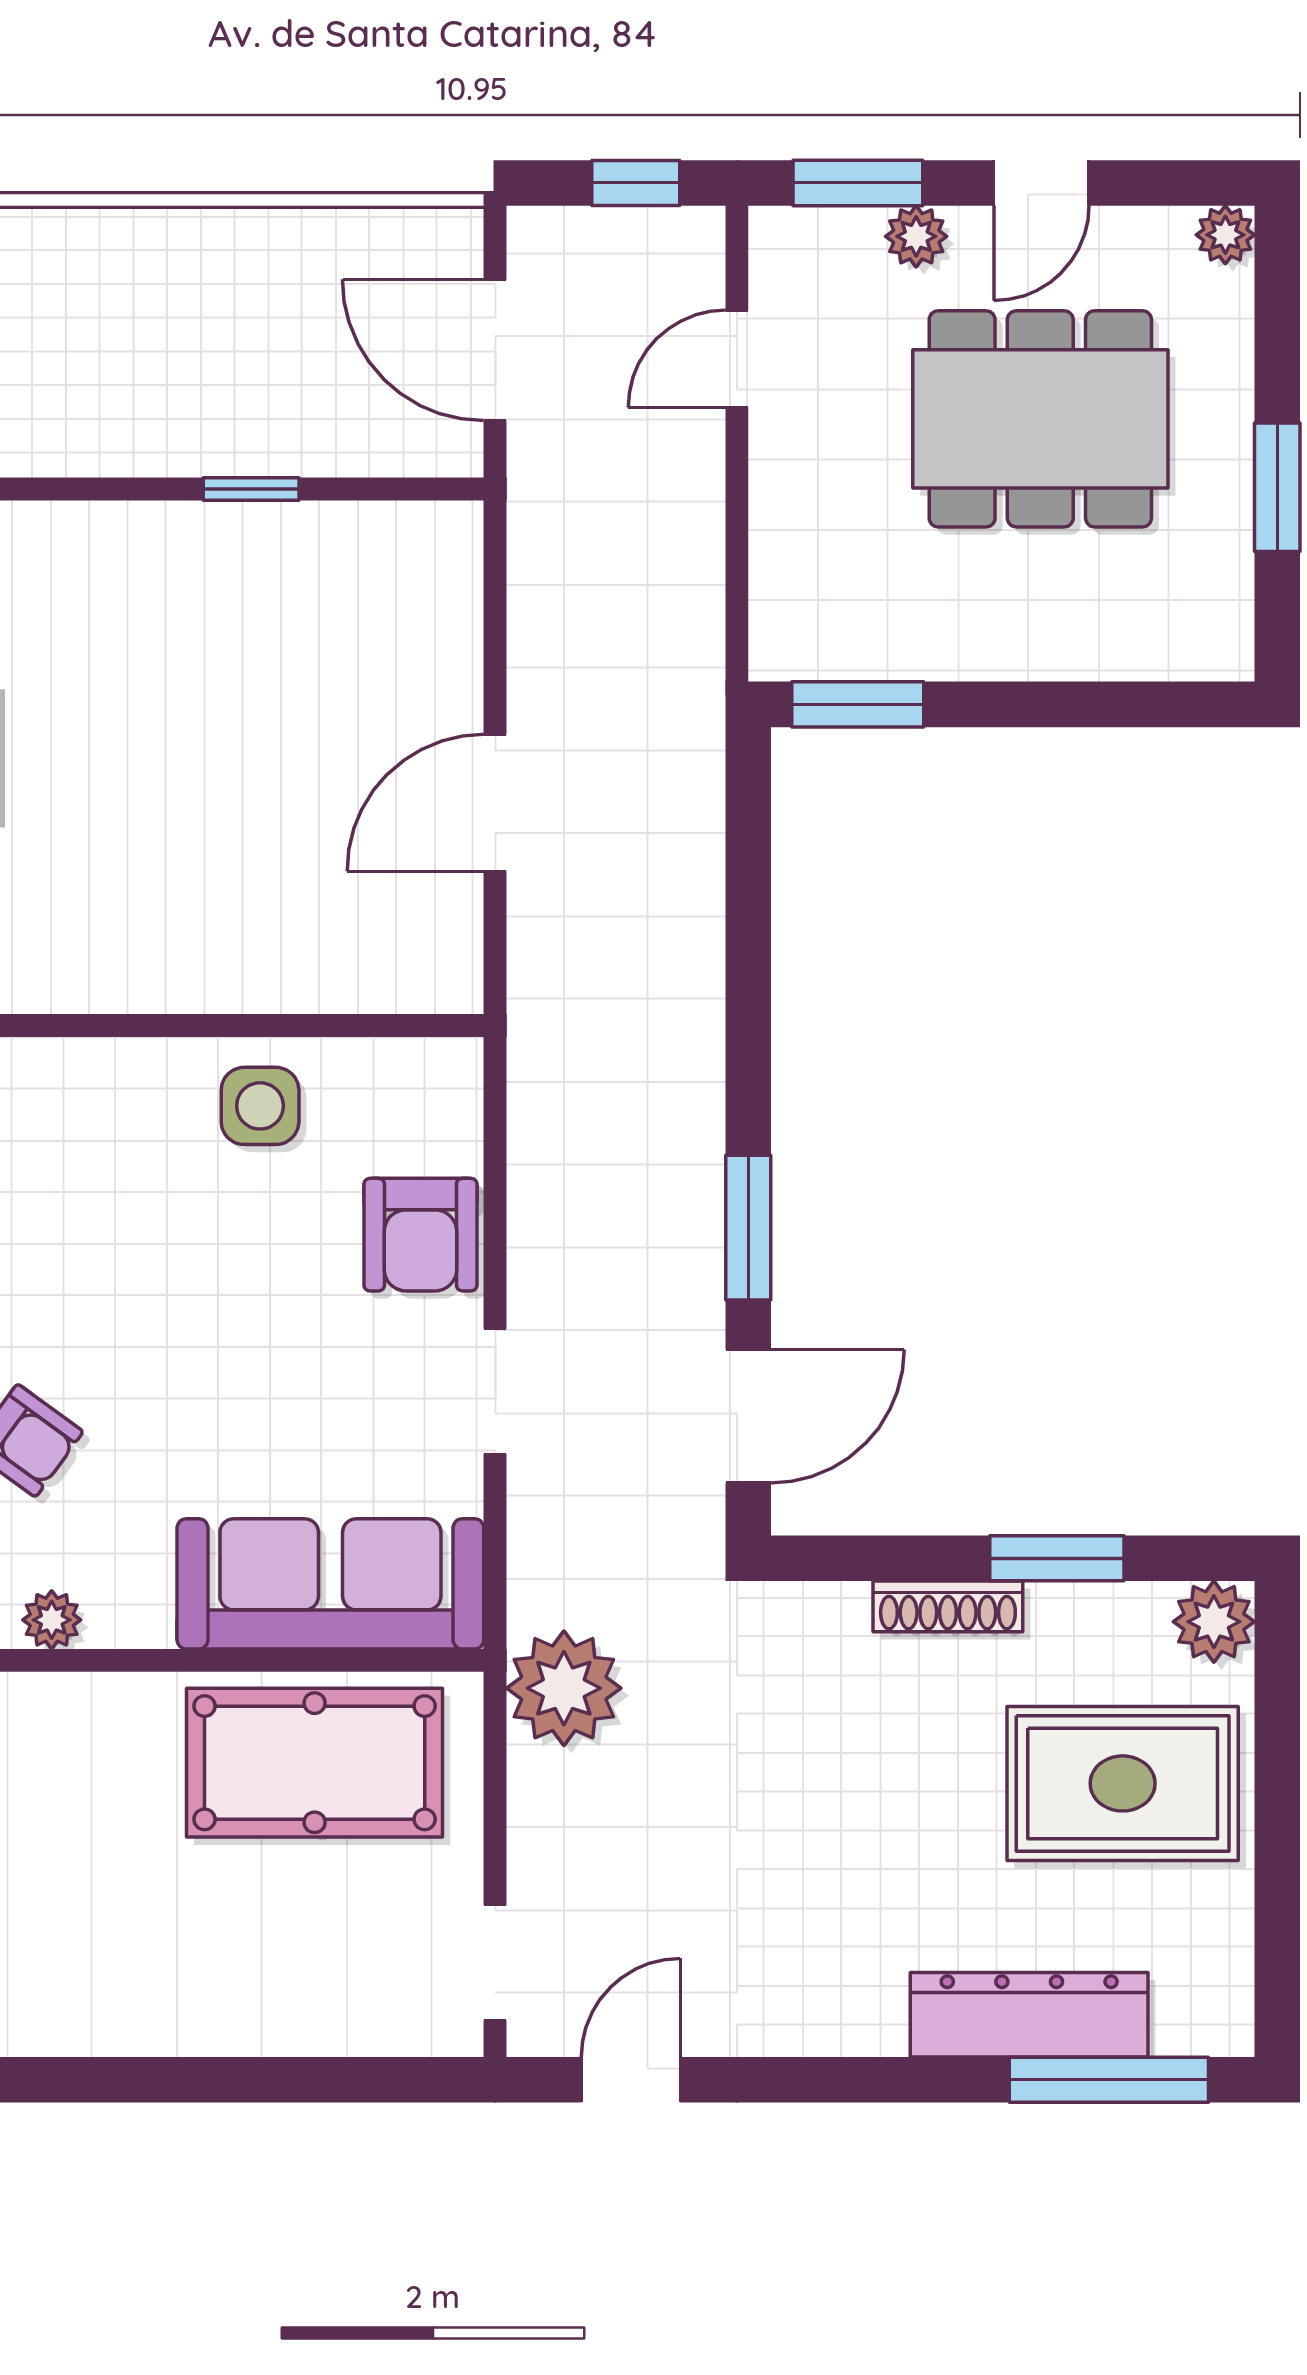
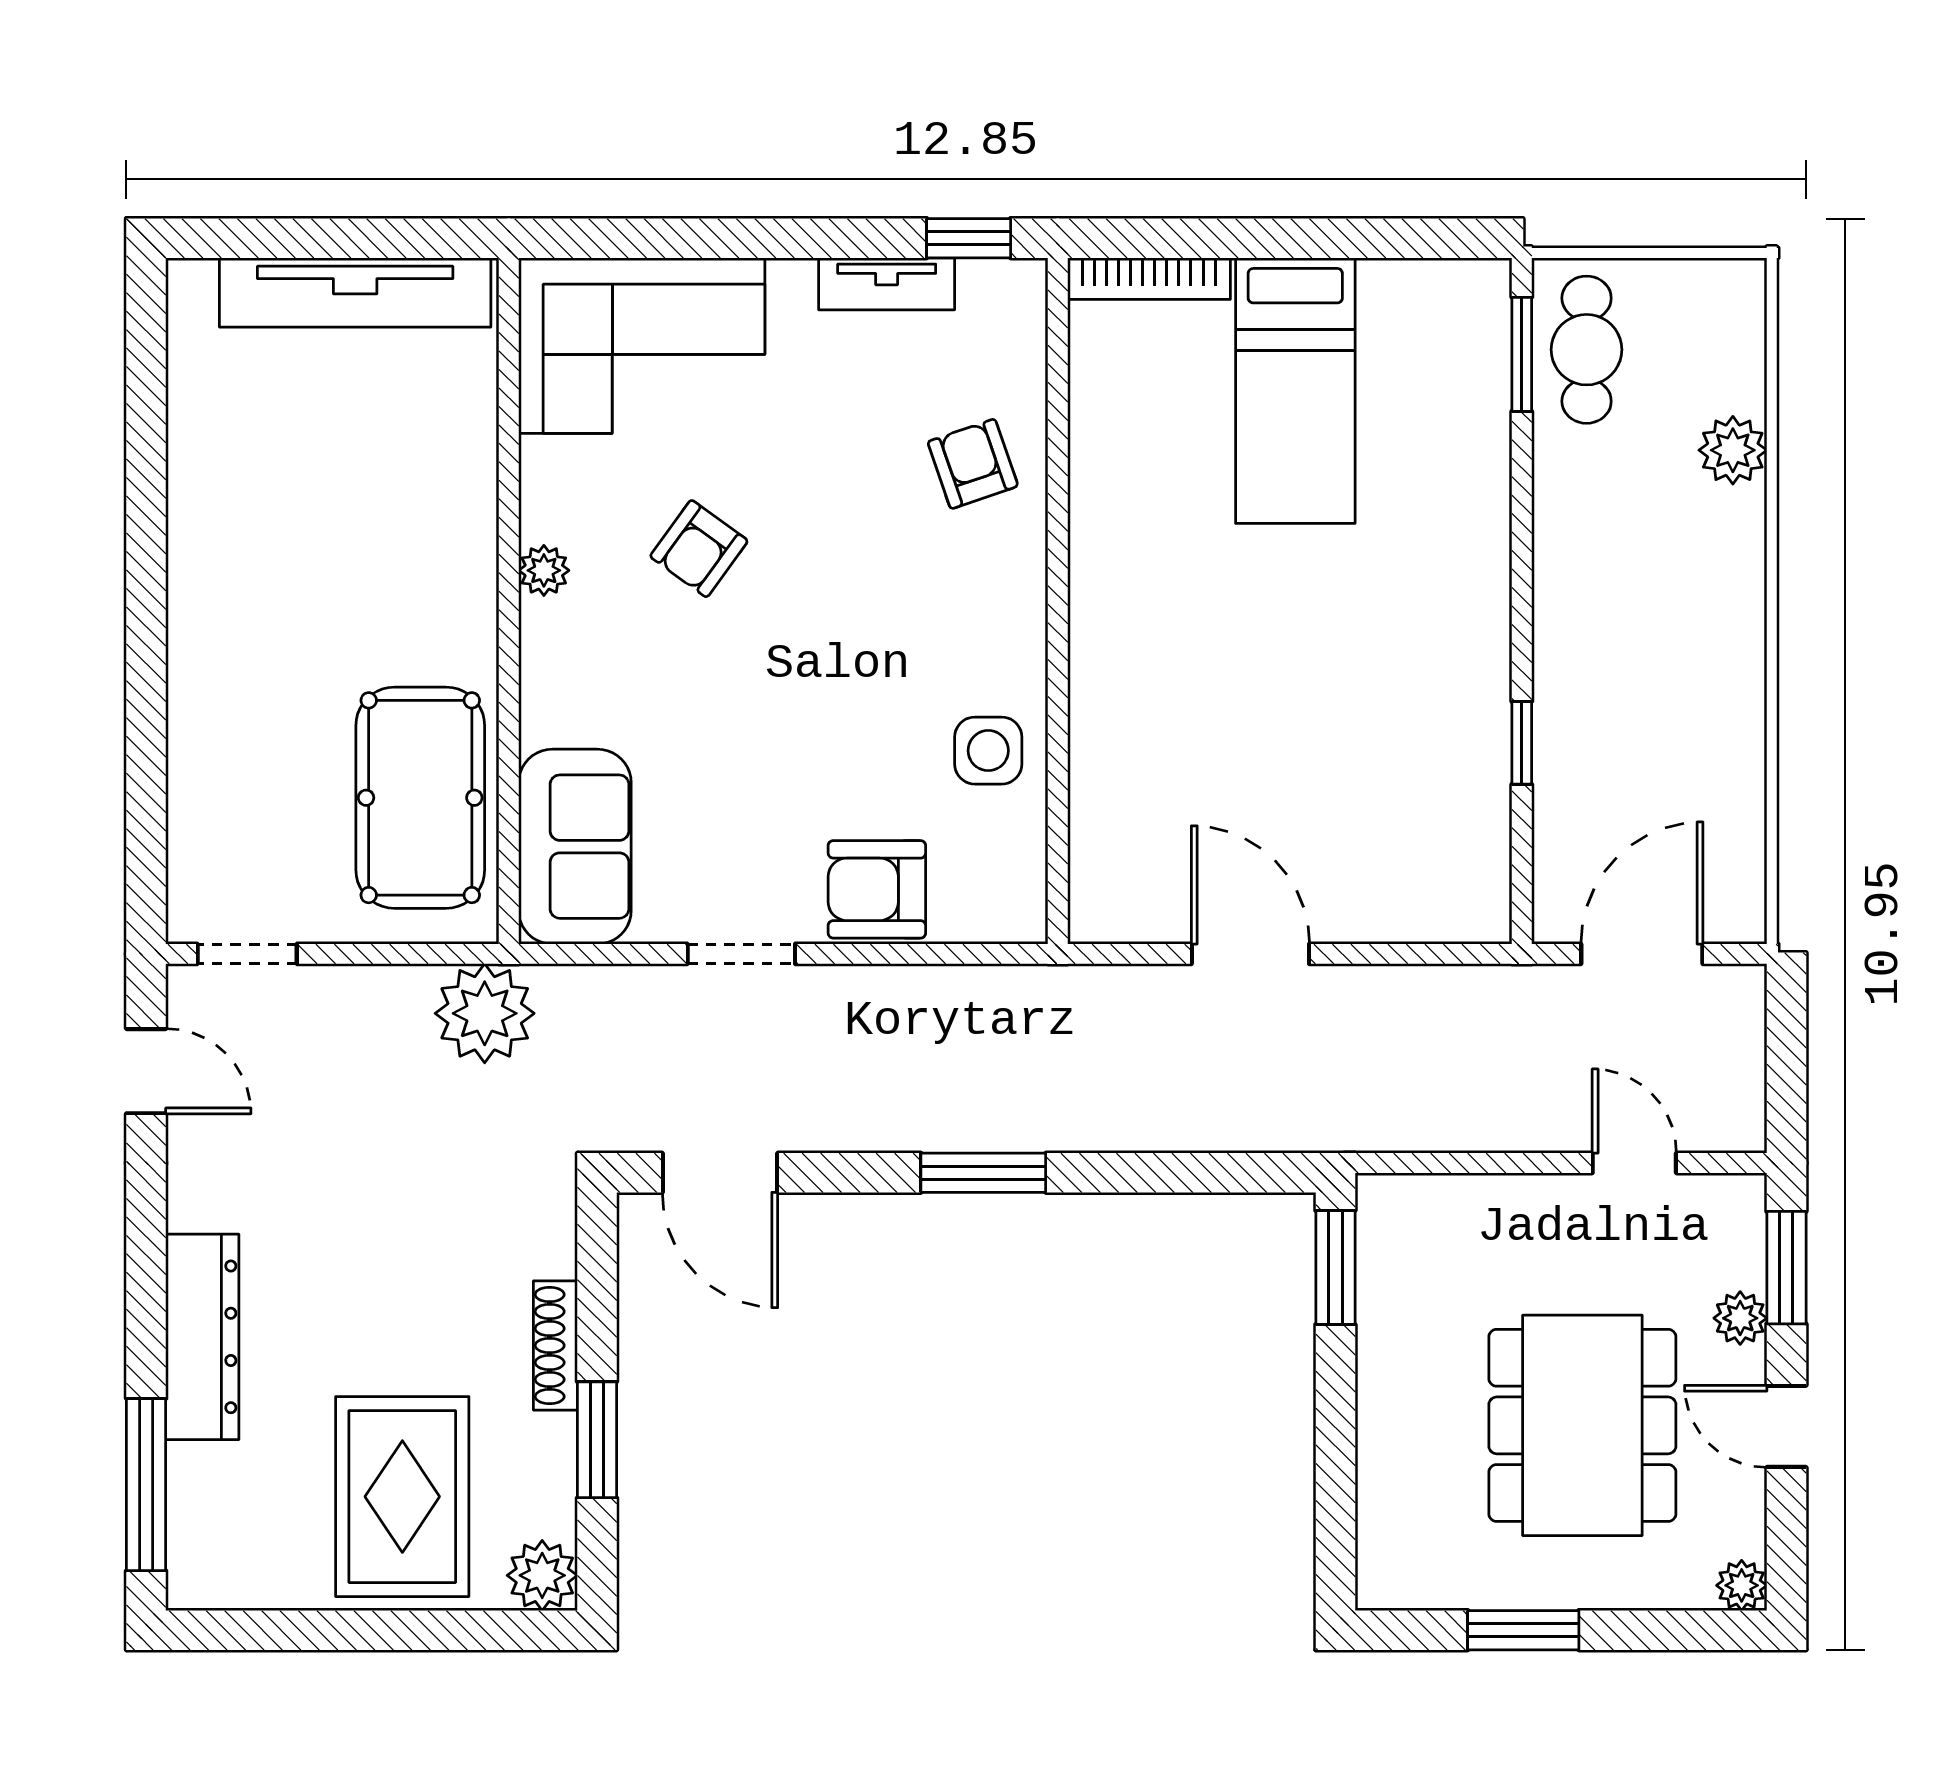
window: (636, 183) -> (1786, 1075), removed
window: (748, 1228) -> (983, 1173), moved
sofa: (330, 1584) -> (575, 847), width x0.73
dresser: (1029, 2015) -> (202, 1337), moved

